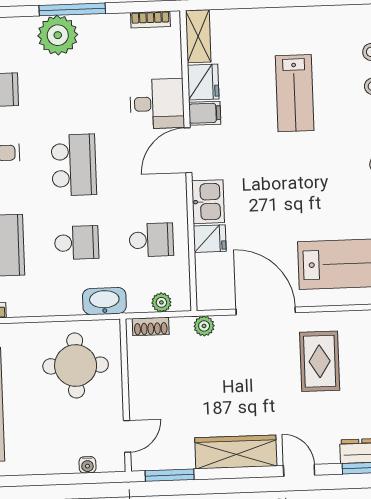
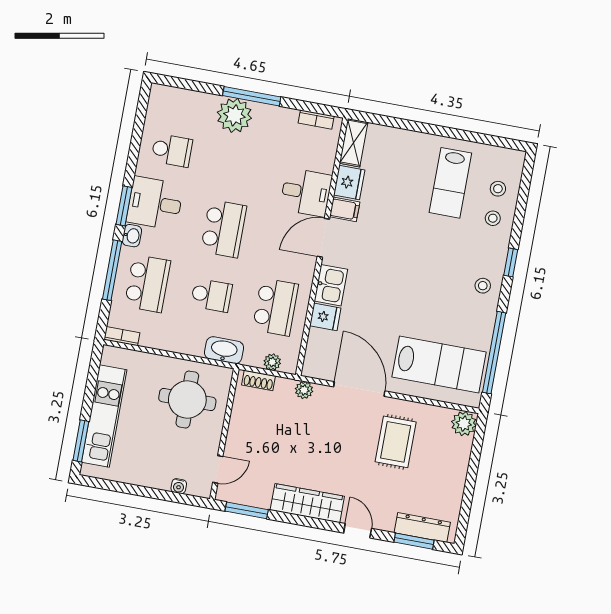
lab bench: (295, 93) -> (450, 183), moved
school desk: (151, 240) -> (275, 307), width x1.85

